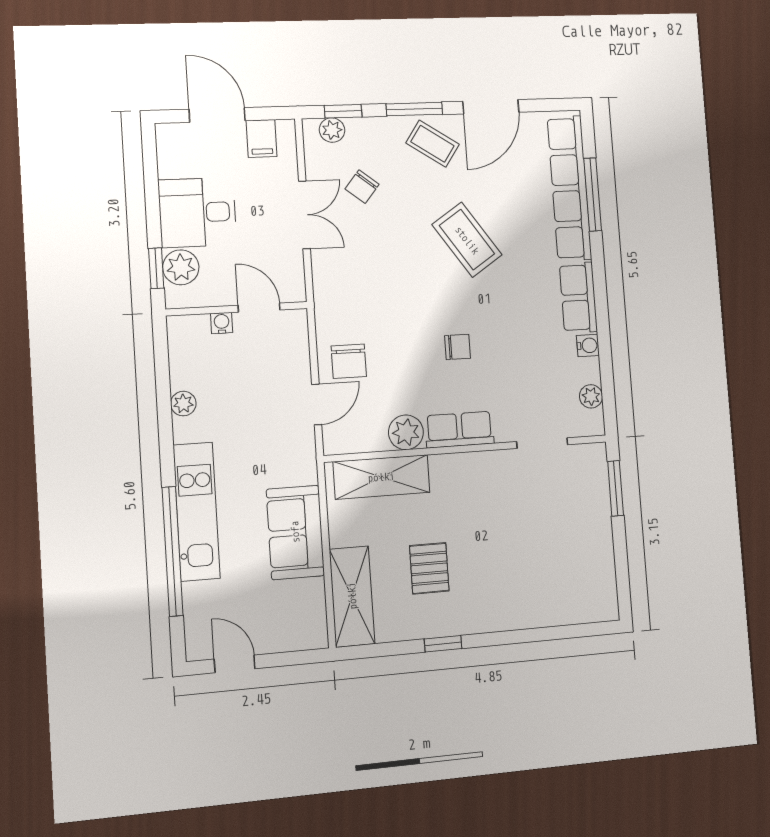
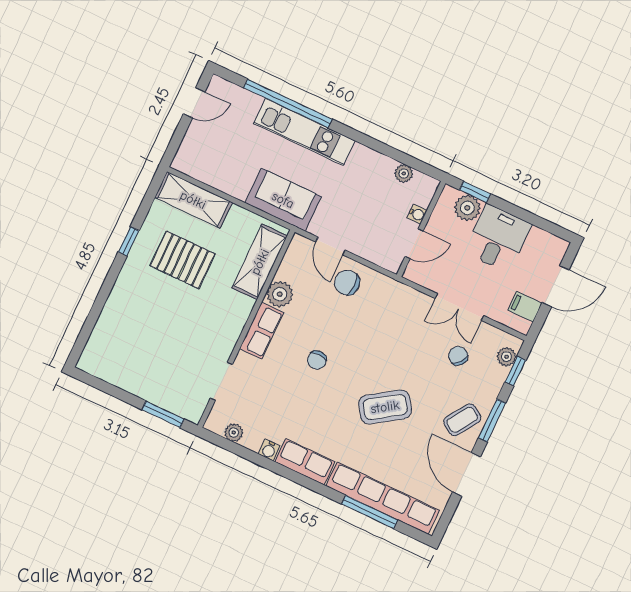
plant: (183, 404) -> (404, 173), moved
sofa: (295, 532) -> (283, 200), moved
pallet: (429, 568) -> (182, 260), width x1.50, depth x1.42

